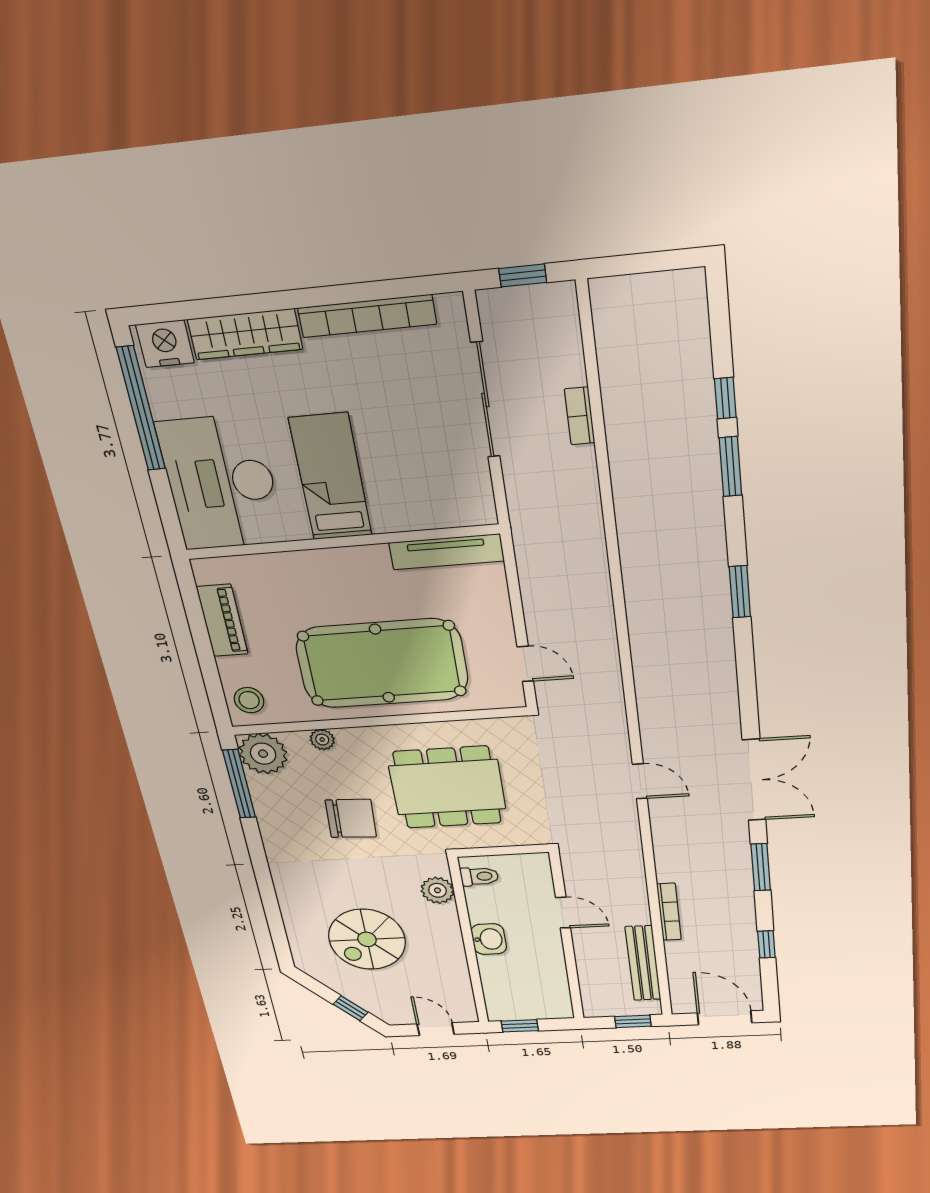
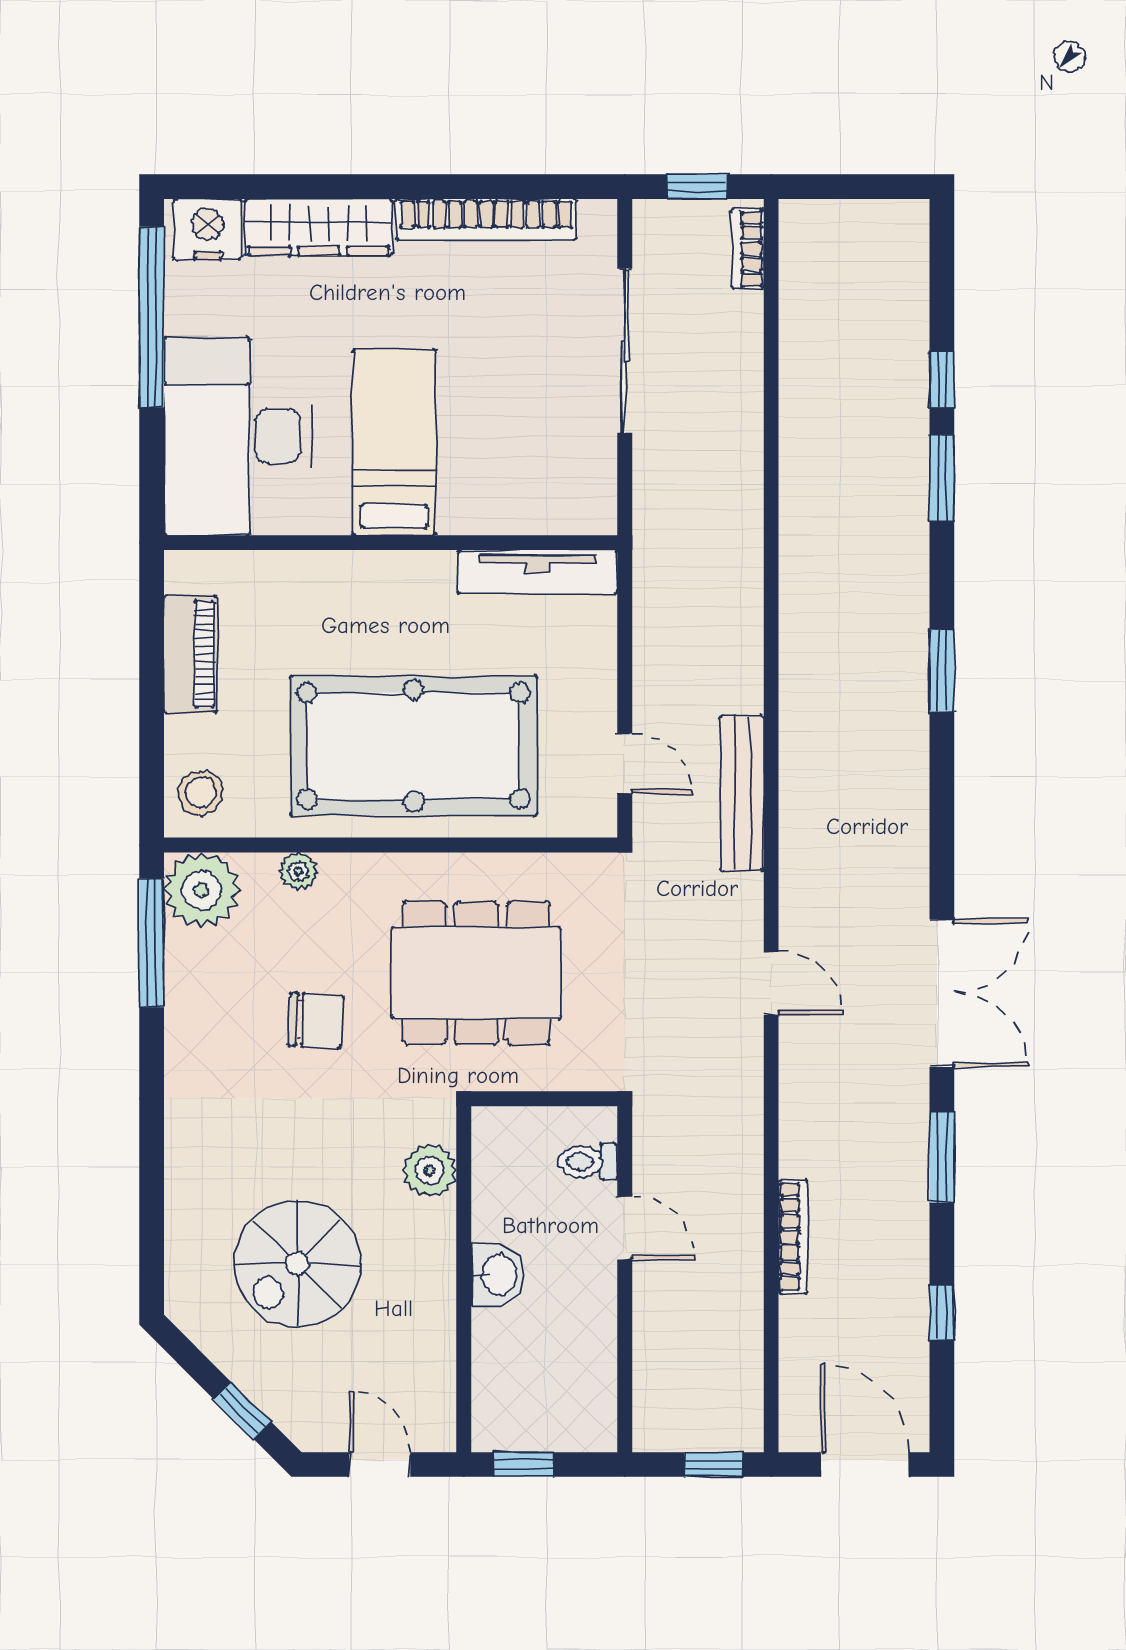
bookcase: (580, 416) -> (748, 249), moved
chair: (351, 818) -> (315, 1021), width x0.73, depth x0.73
toilet: (479, 876) -> (588, 1161), moved, turned 180
bench: (643, 963) -> (742, 793), moved

